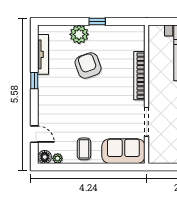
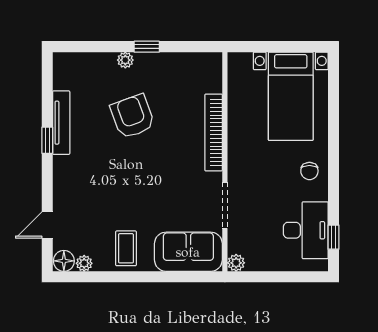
plant: (79, 34) -> (125, 60), width x0.53, depth x0.53
tv unit: (43, 54) -> (61, 123), moved
door: (34, 134) -> (47, 225), swing flipped
plant: (154, 158) -> (236, 263), added

